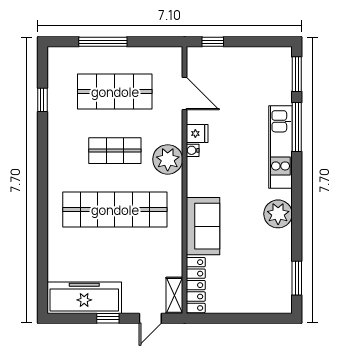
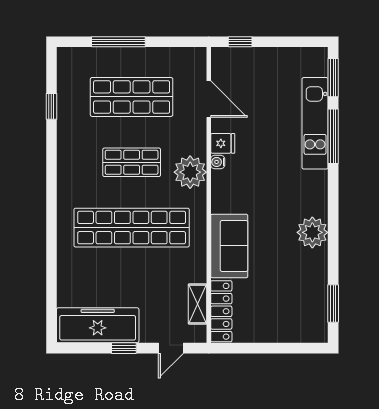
kitchen unit: (280, 147) -> (315, 123), moved
shelving: (174, 295) -> (198, 304), moved

